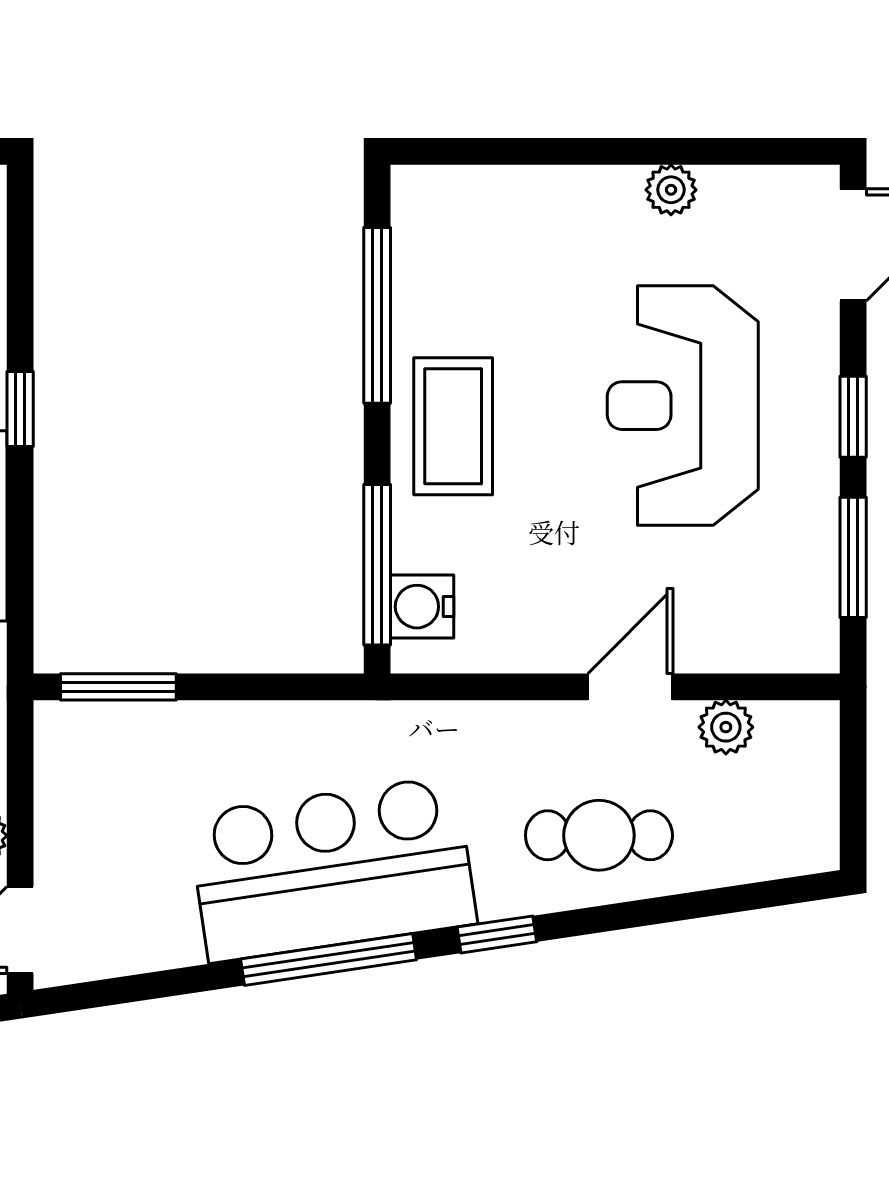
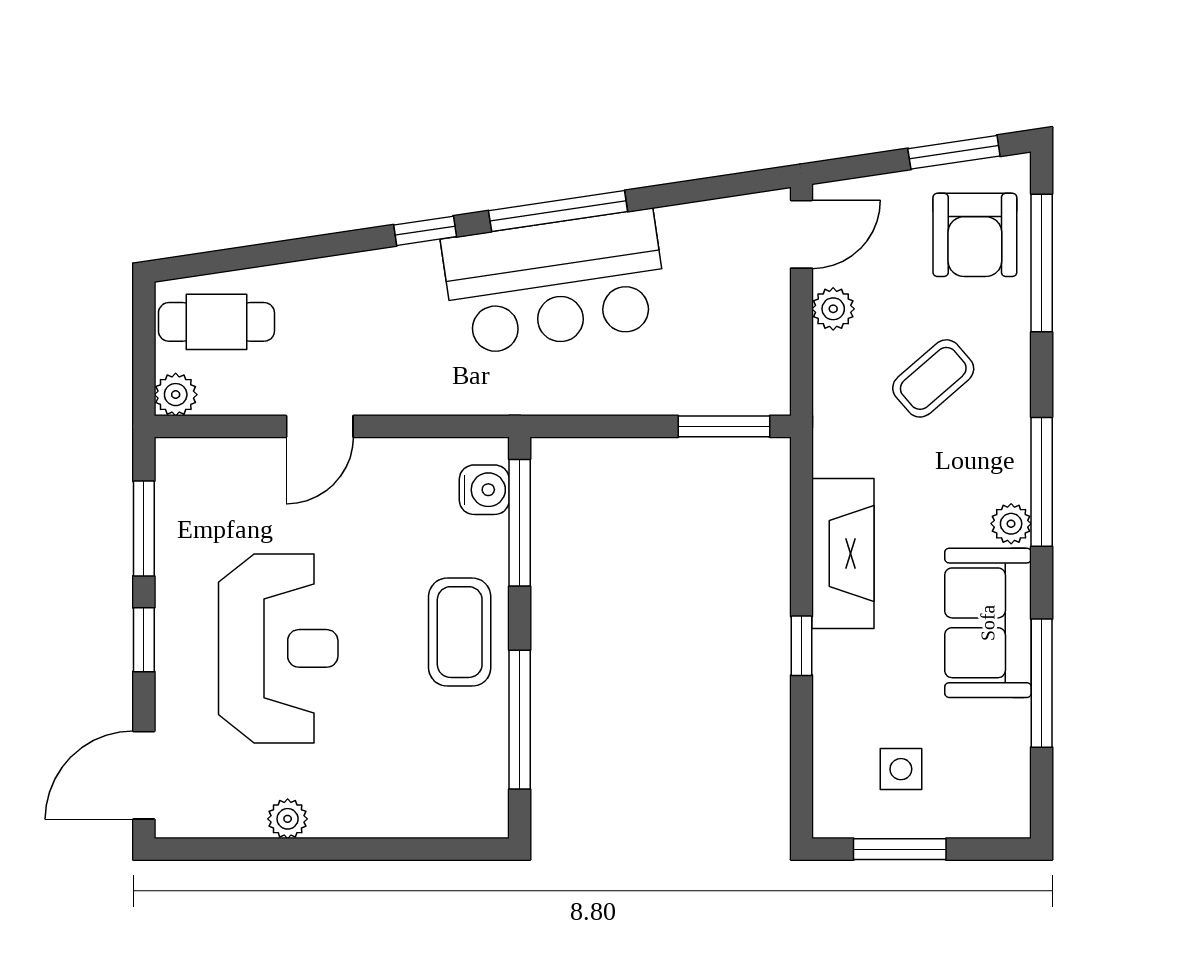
plant: (726, 727) -> (176, 395), moved
cafe table: (599, 835) -> (216, 322), moved

